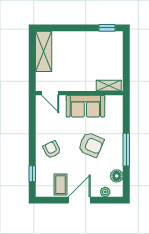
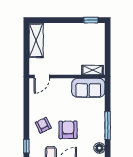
door: (50, 93) -> (42, 77), hinge flipped
sofa: (85, 106) -> (88, 88), moved
armchair: (91, 145) -> (68, 130), moved, turned -113

